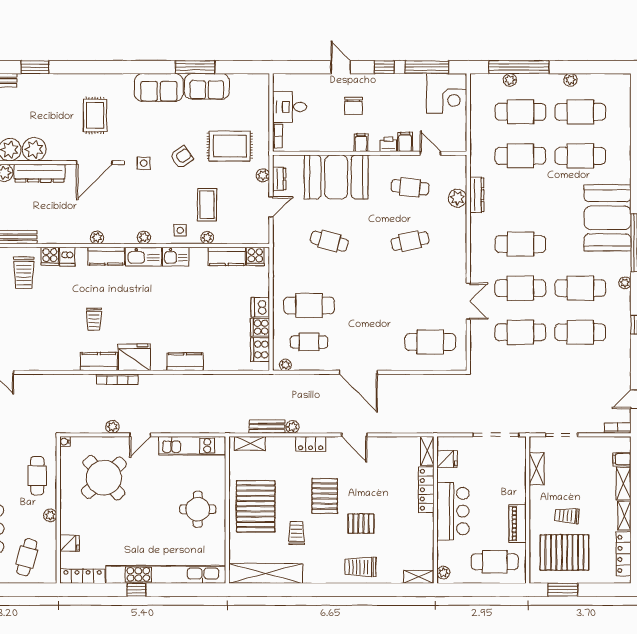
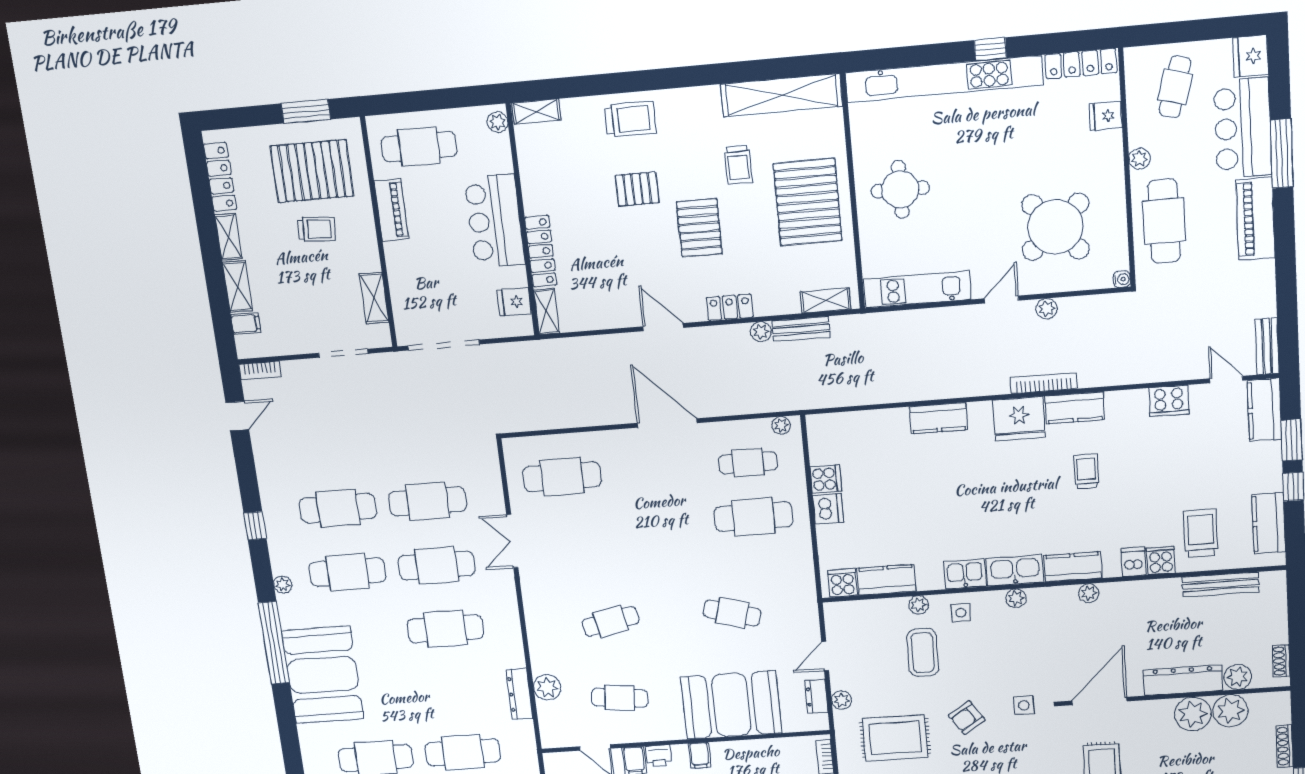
cooker: (260, 350) -> (1169, 401), moved, turned 90
cafe table: (37, 476) -> (1164, 221), width x1.37, depth x1.35

